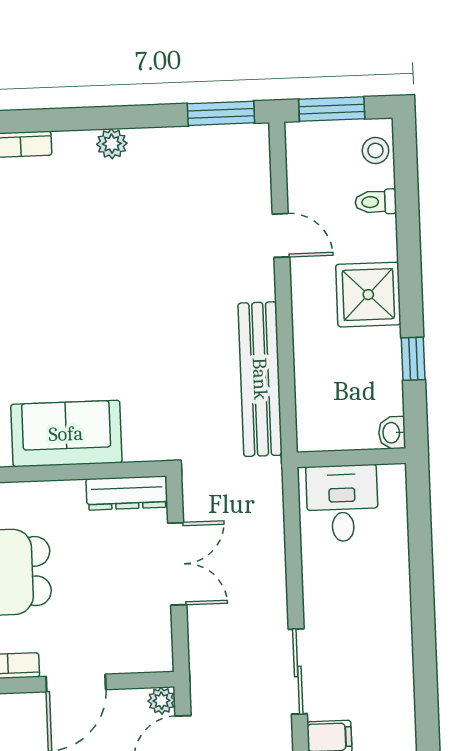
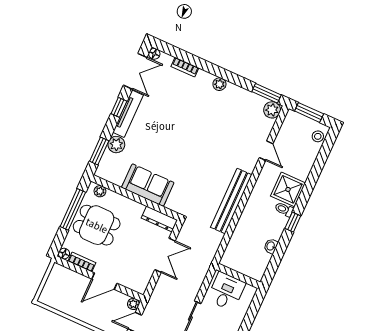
plant: (251, 143) -> (272, 110), added
toilet: (376, 202) -> (284, 209), moved
wall: (351, 458) -> (238, 276), moved
desk: (342, 503) -> (226, 291), moved

